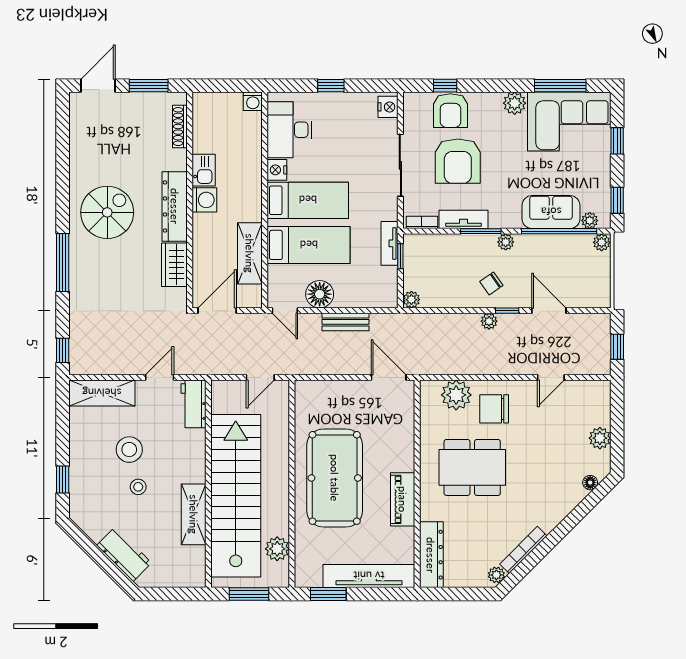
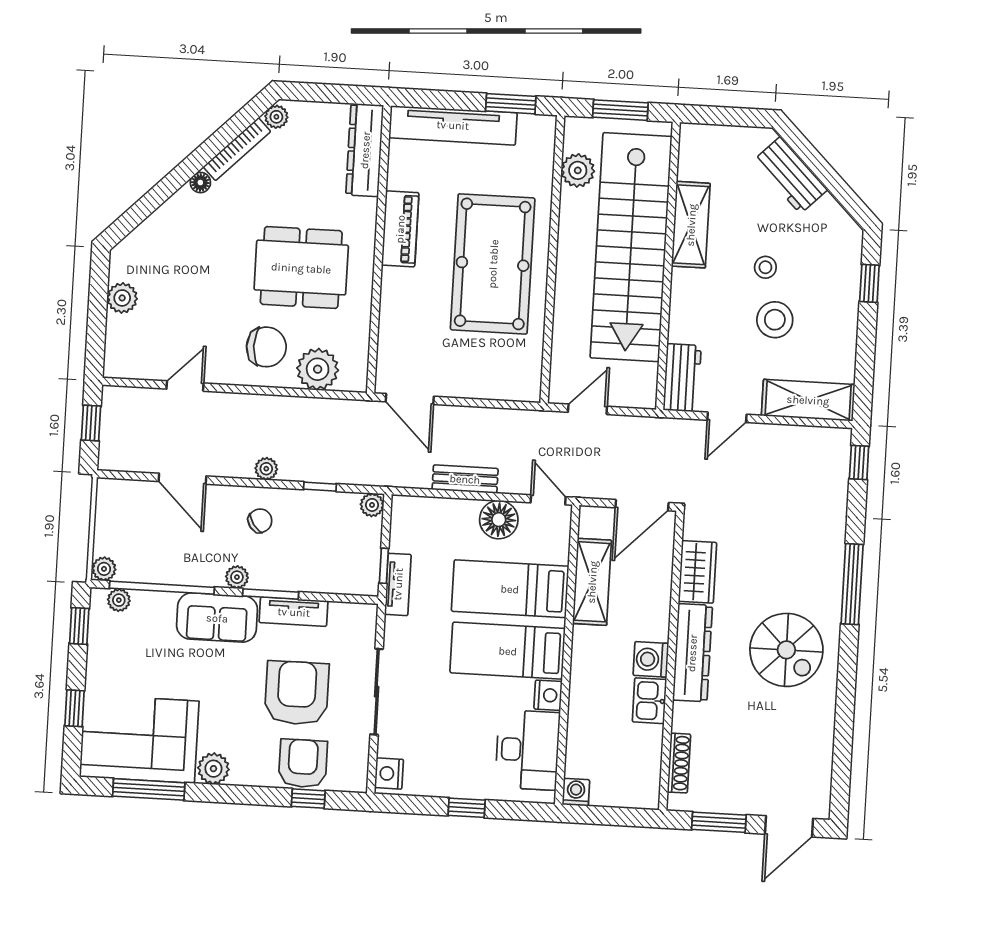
spiral stairs: (107, 212) -> (786, 650), turned -90
sofa: (551, 212) -> (217, 618), moved
bookcase: (422, 222) -> (351, 611), removed
window: (507, 311) -> (320, 487), moved
floor lamp: (590, 483) -> (200, 183), moved

